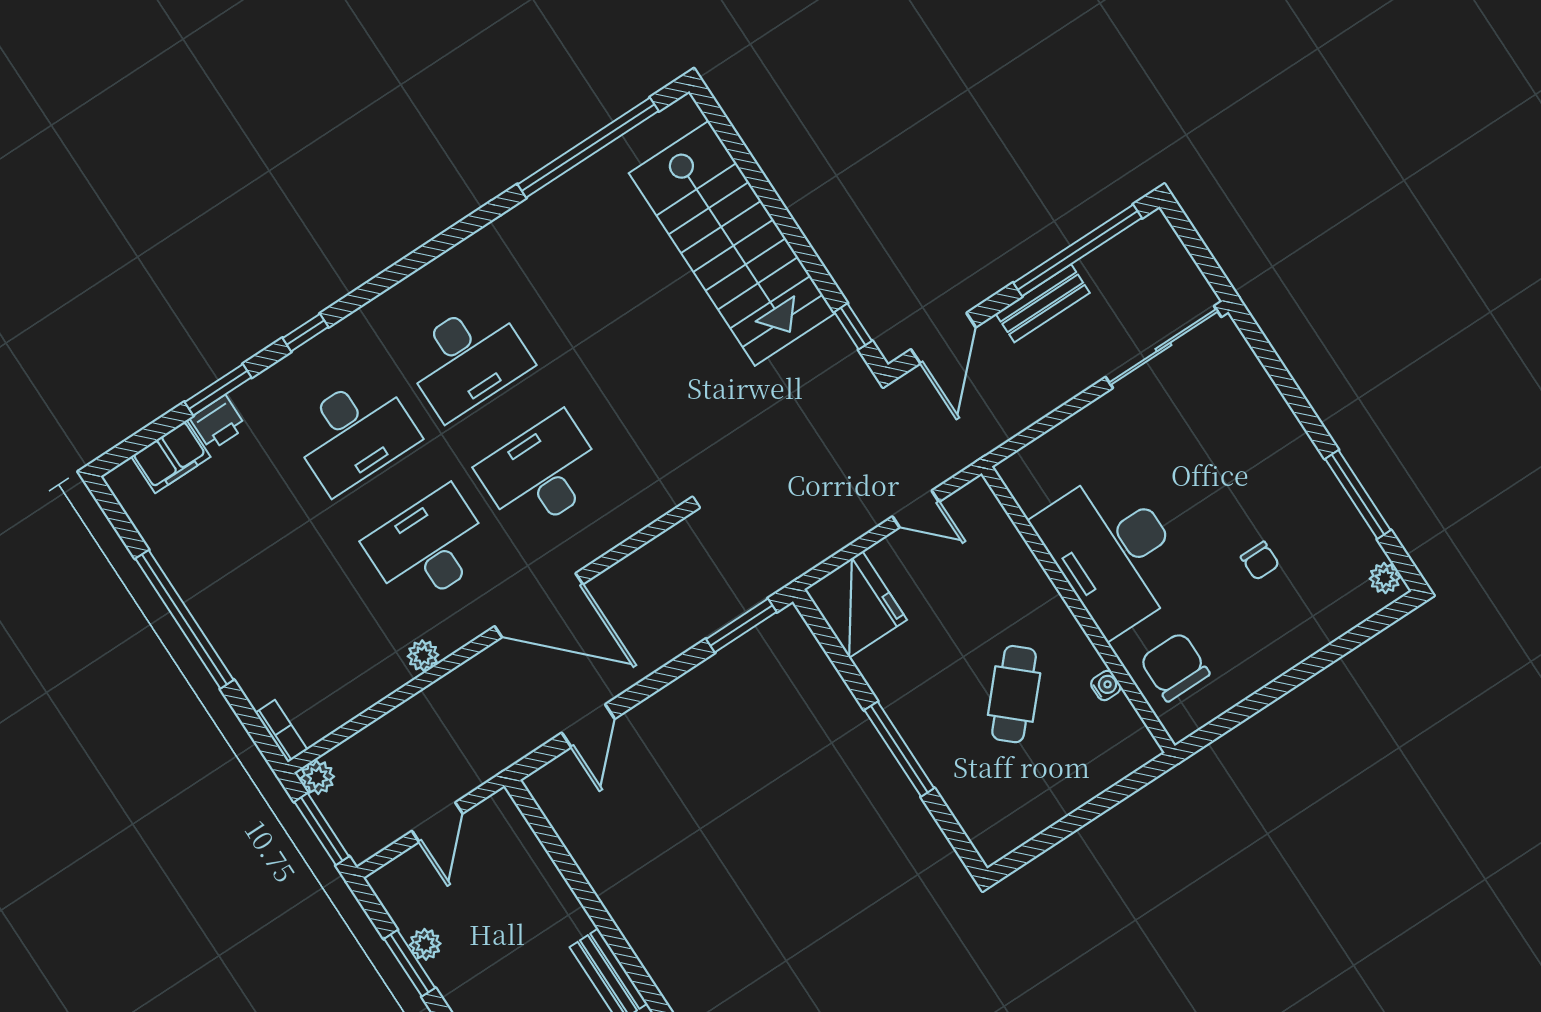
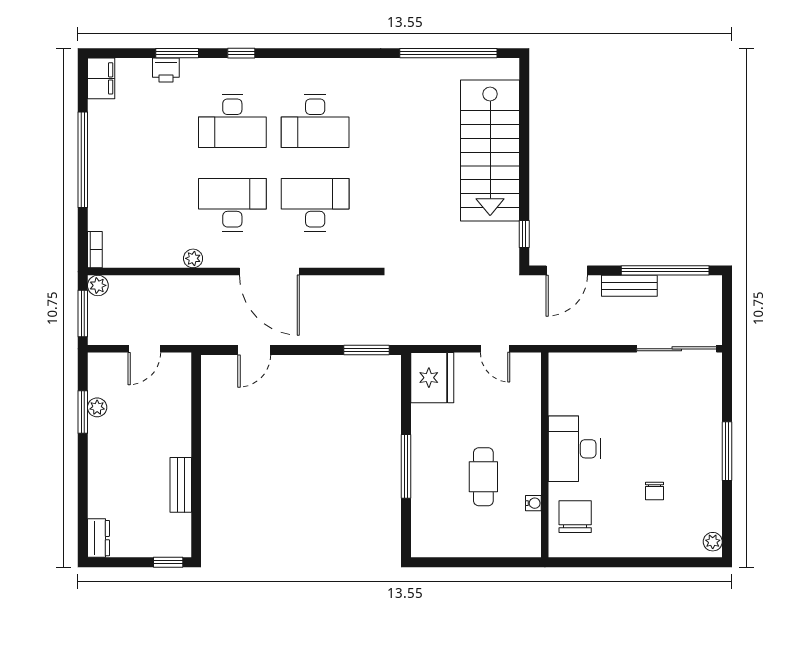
filing cabinet: (171, 457) -> (101, 78), moved, turned -90
window: (1358, 494) -> (727, 451), moved
desk: (1113, 552) -> (574, 449), width x0.73, depth x0.77
cafe table: (1014, 694) -> (483, 477), turned -42

